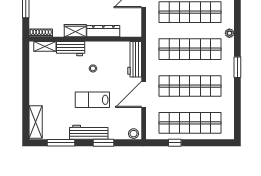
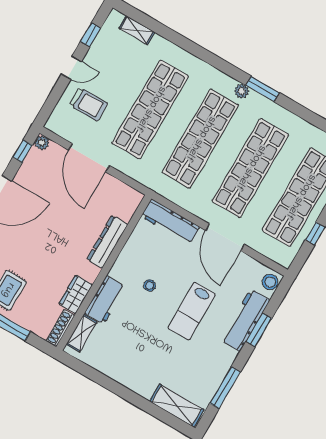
wardrobe: (75, 31) -> (76, 294), moved
plant: (229, 33) -> (242, 91), moved
workbench: (89, 132) -> (245, 320), moved

